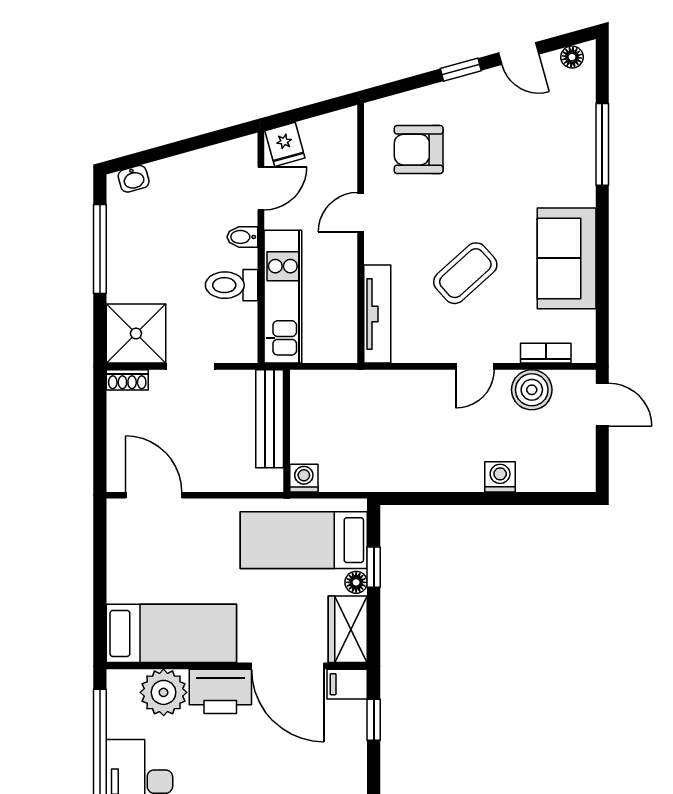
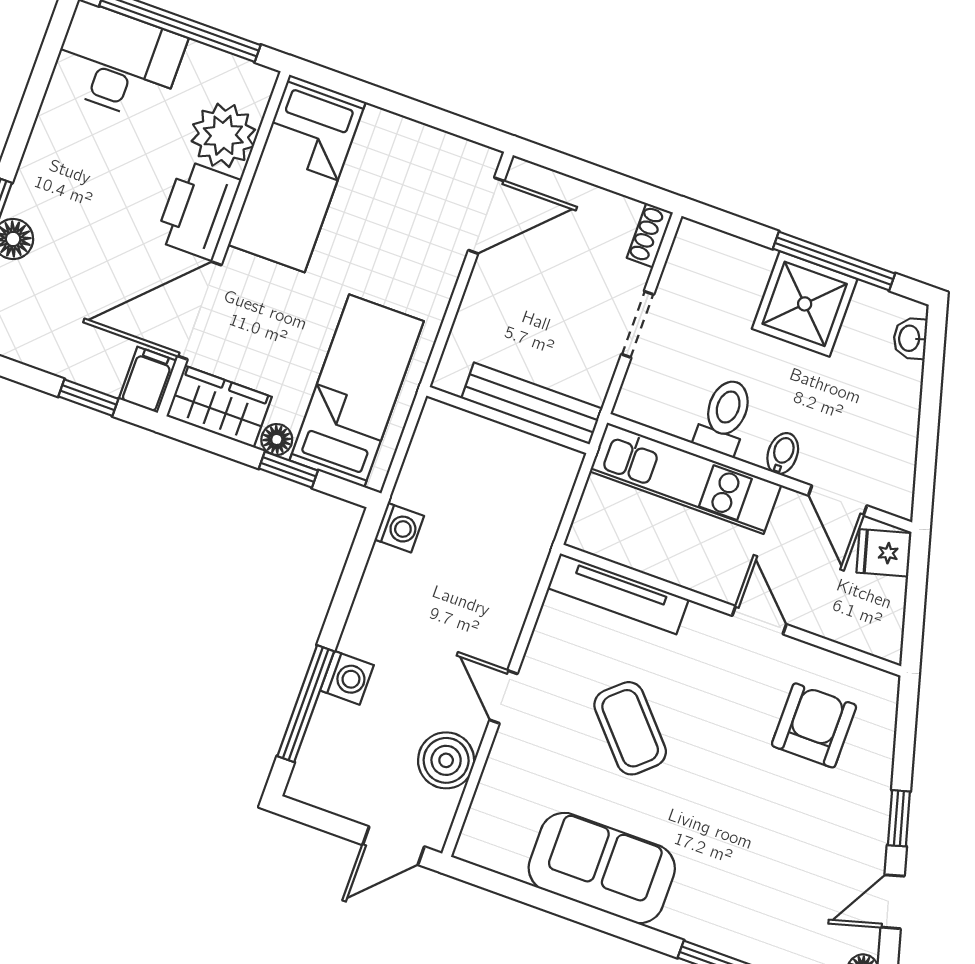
shower: (136, 333) -> (805, 304), moved
bookcase: (546, 353) -> (487, 796), removed
washing machine: (304, 478) -> (399, 528), moved
window: (528, 498) -> (306, 704), added

